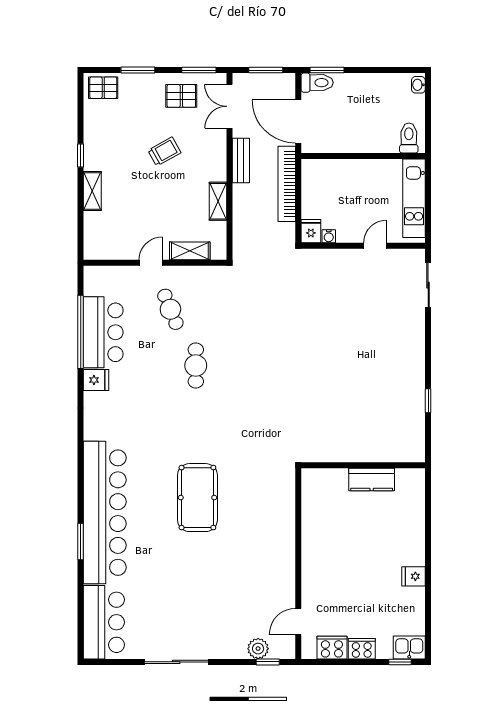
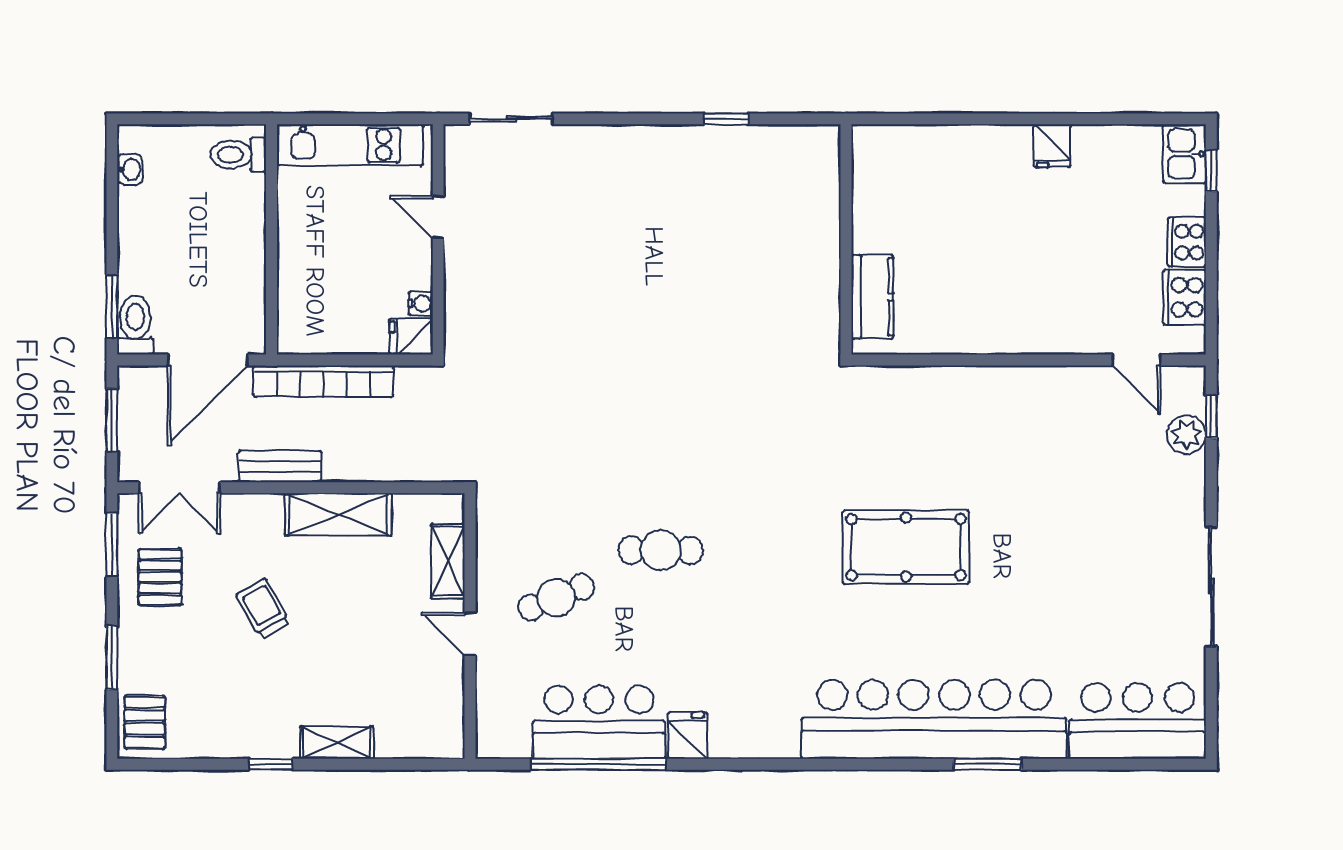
washbasin: (418, 85) -> (130, 170), moved, turned -90
shelving: (218, 201) -> (338, 514), width x1.50, depth x1.33
kitchen counter: (372, 479) -> (872, 297), moved

